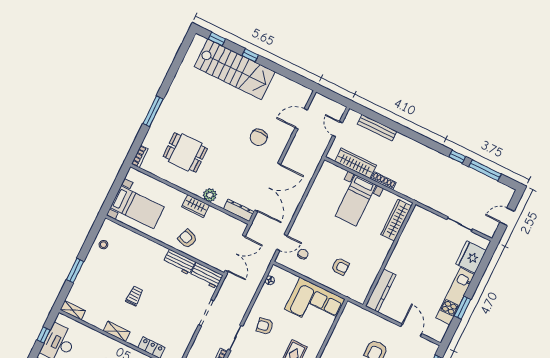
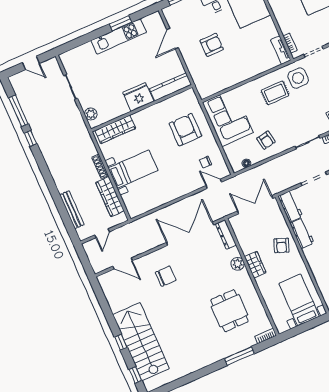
window: (153, 111) -> (239, 356), moved
plant: (426, 216) -> (91, 114), added
fridge: (471, 257) -> (138, 97), moved, turned 180
armchair: (340, 267) -> (185, 130), width x1.88, depth x1.88
armchair: (265, 326) -> (266, 140), moved

